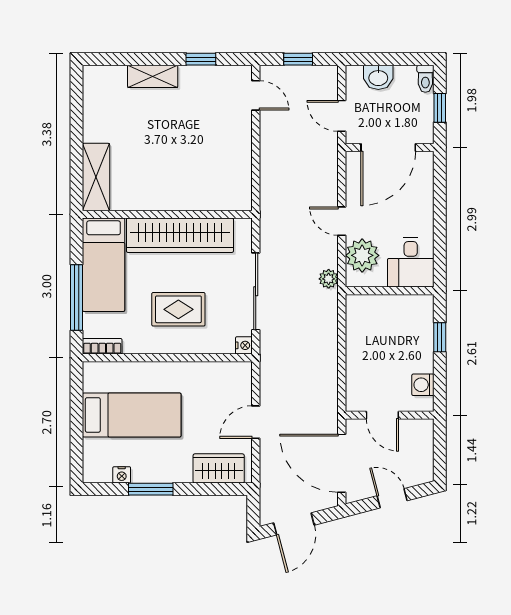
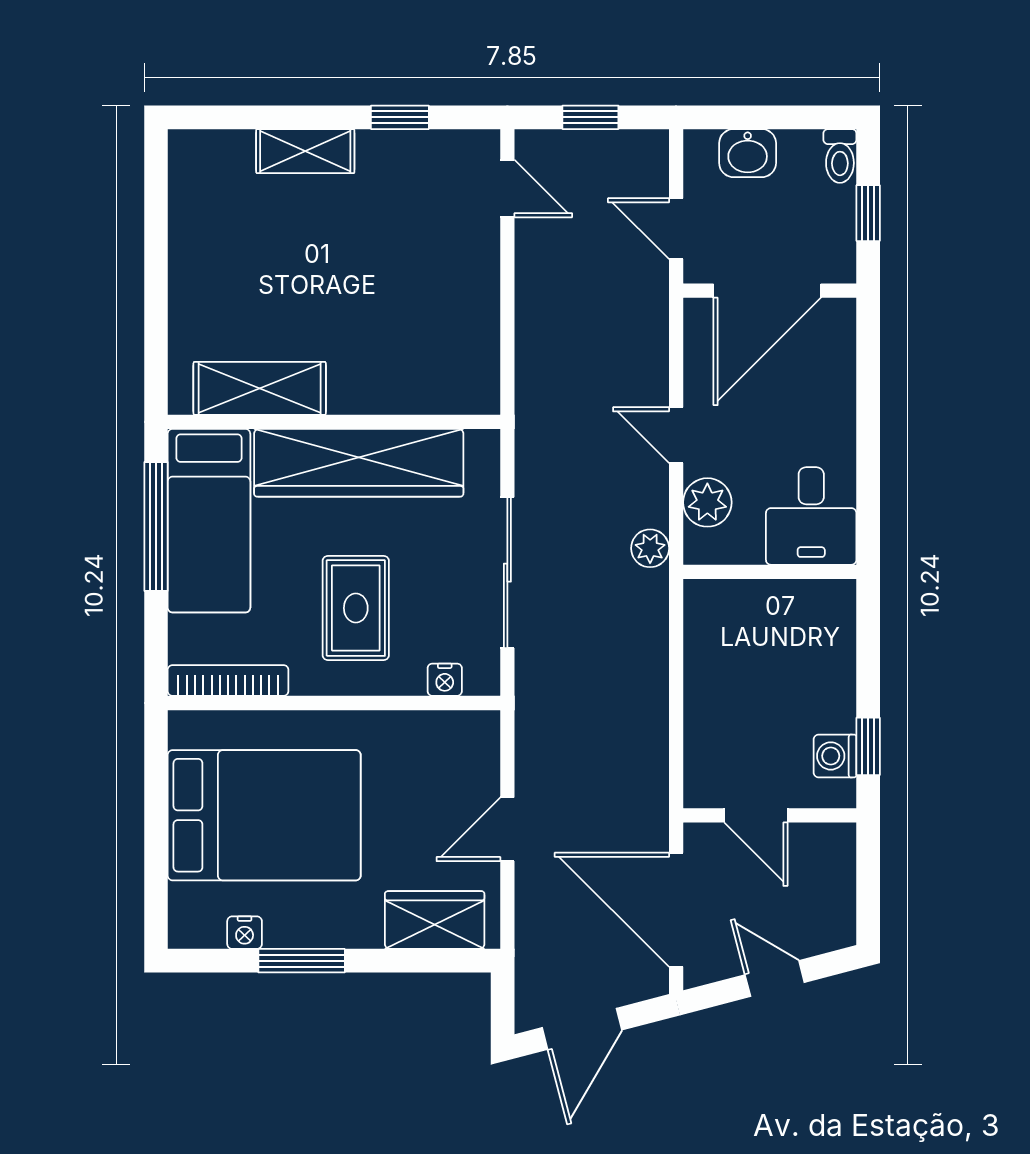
shelving: (96, 177) -> (260, 388), moved, turned 90
plant: (362, 255) -> (707, 502), width x0.73, depth x0.73
window: (77, 297) -> (156, 527), moved
rug: (178, 309) -> (356, 608), turned 90
window: (440, 337) -> (868, 746), moved
nightstand: (244, 345) -> (445, 680), moved, turned 90
bookcase: (102, 346) -> (228, 680), width x1.56
bed: (132, 415) -> (264, 815), width x1.50

